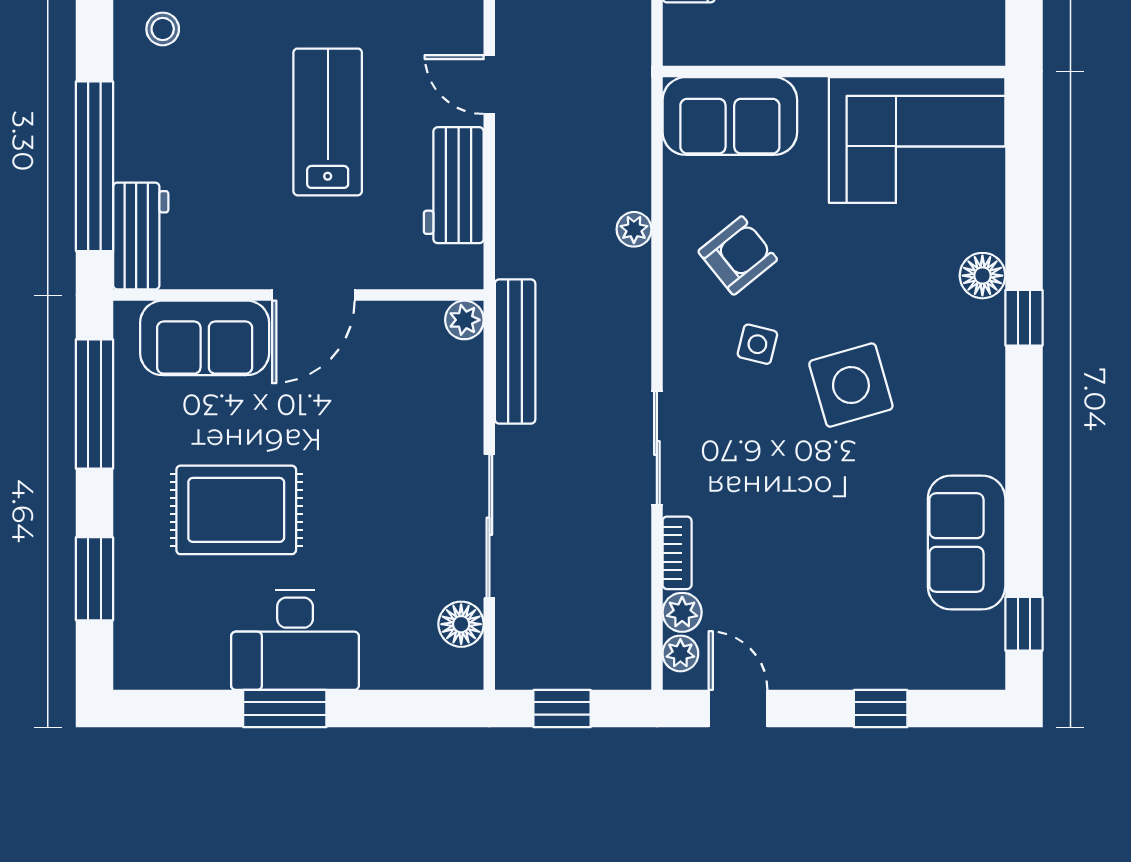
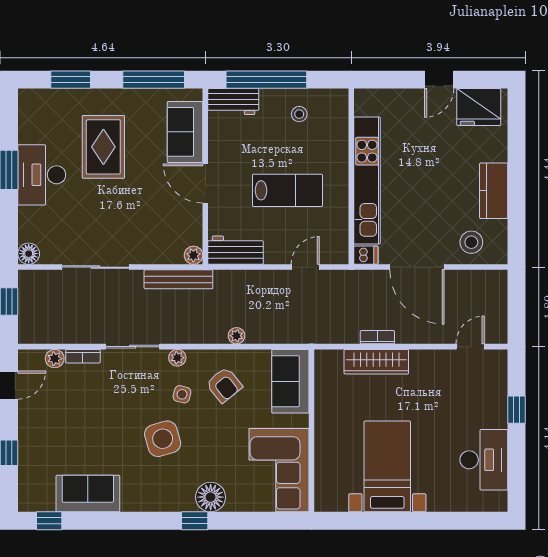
stool: (163, 29) -> (299, 114), moved
workbench: (454, 185) -> (235, 250), moved
floor lamp: (982, 276) -> (211, 497), width x1.38, depth x1.38
floor lamp: (461, 624) -> (29, 254), moved
plant: (680, 653) -> (177, 358), moved

